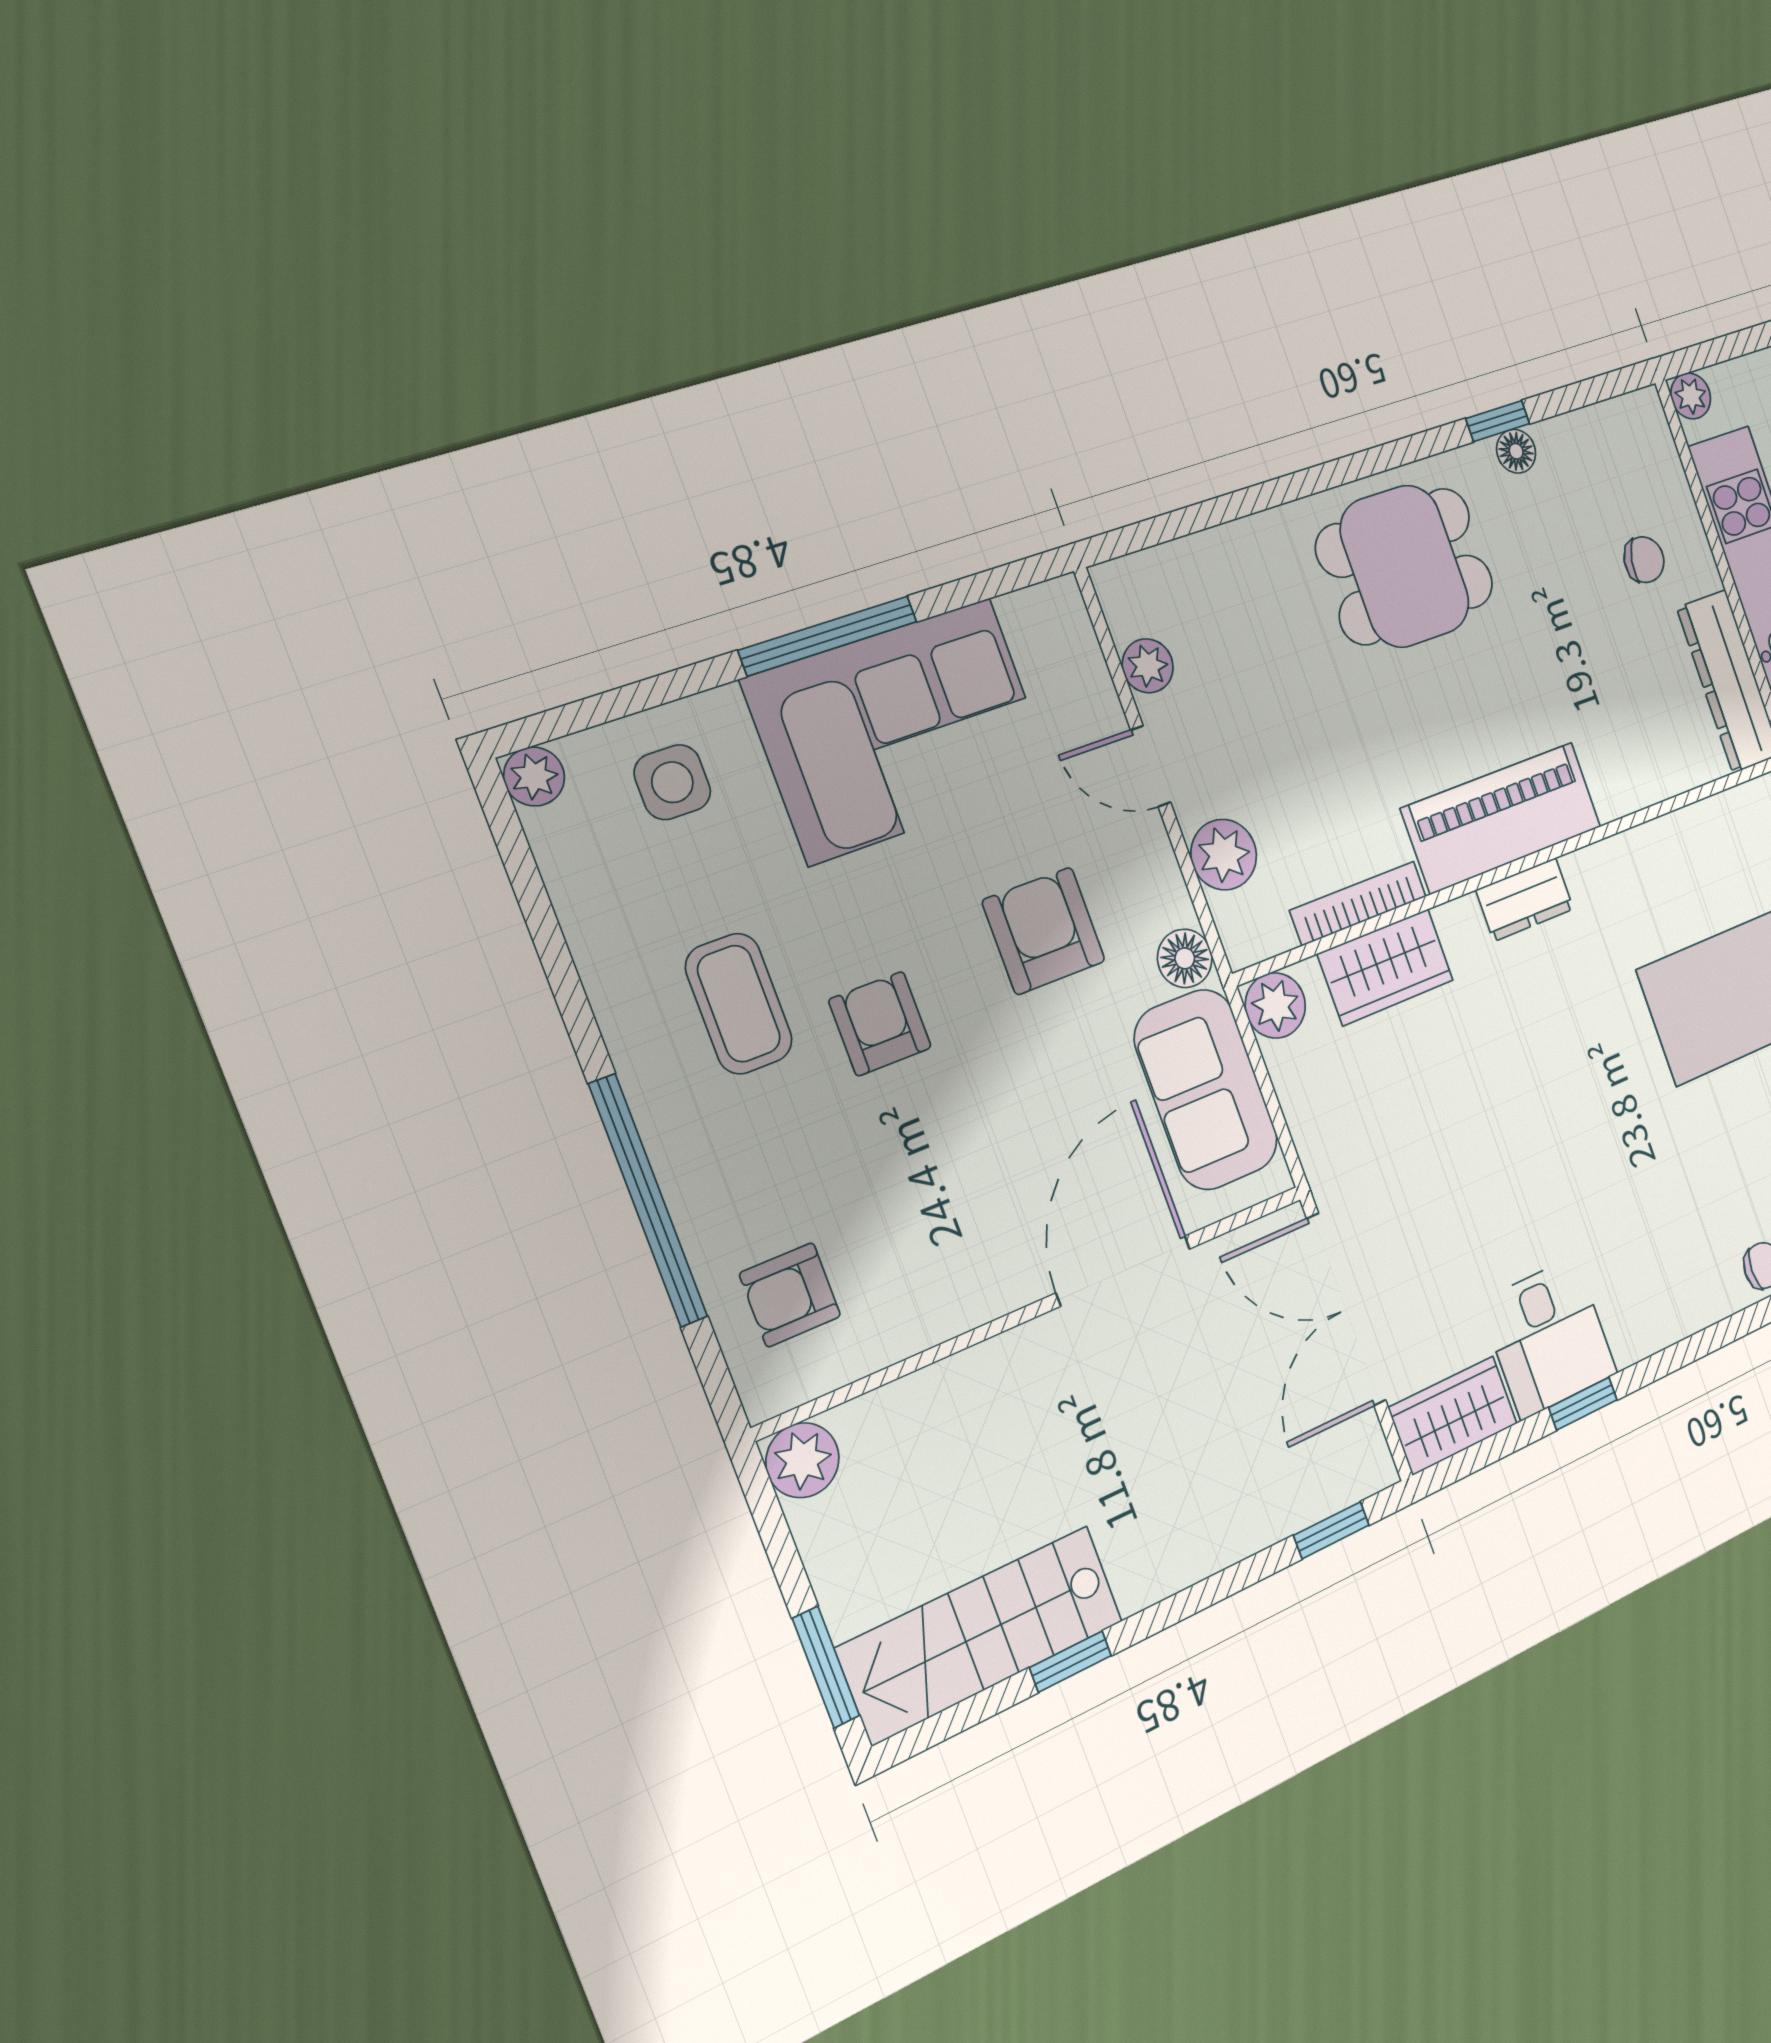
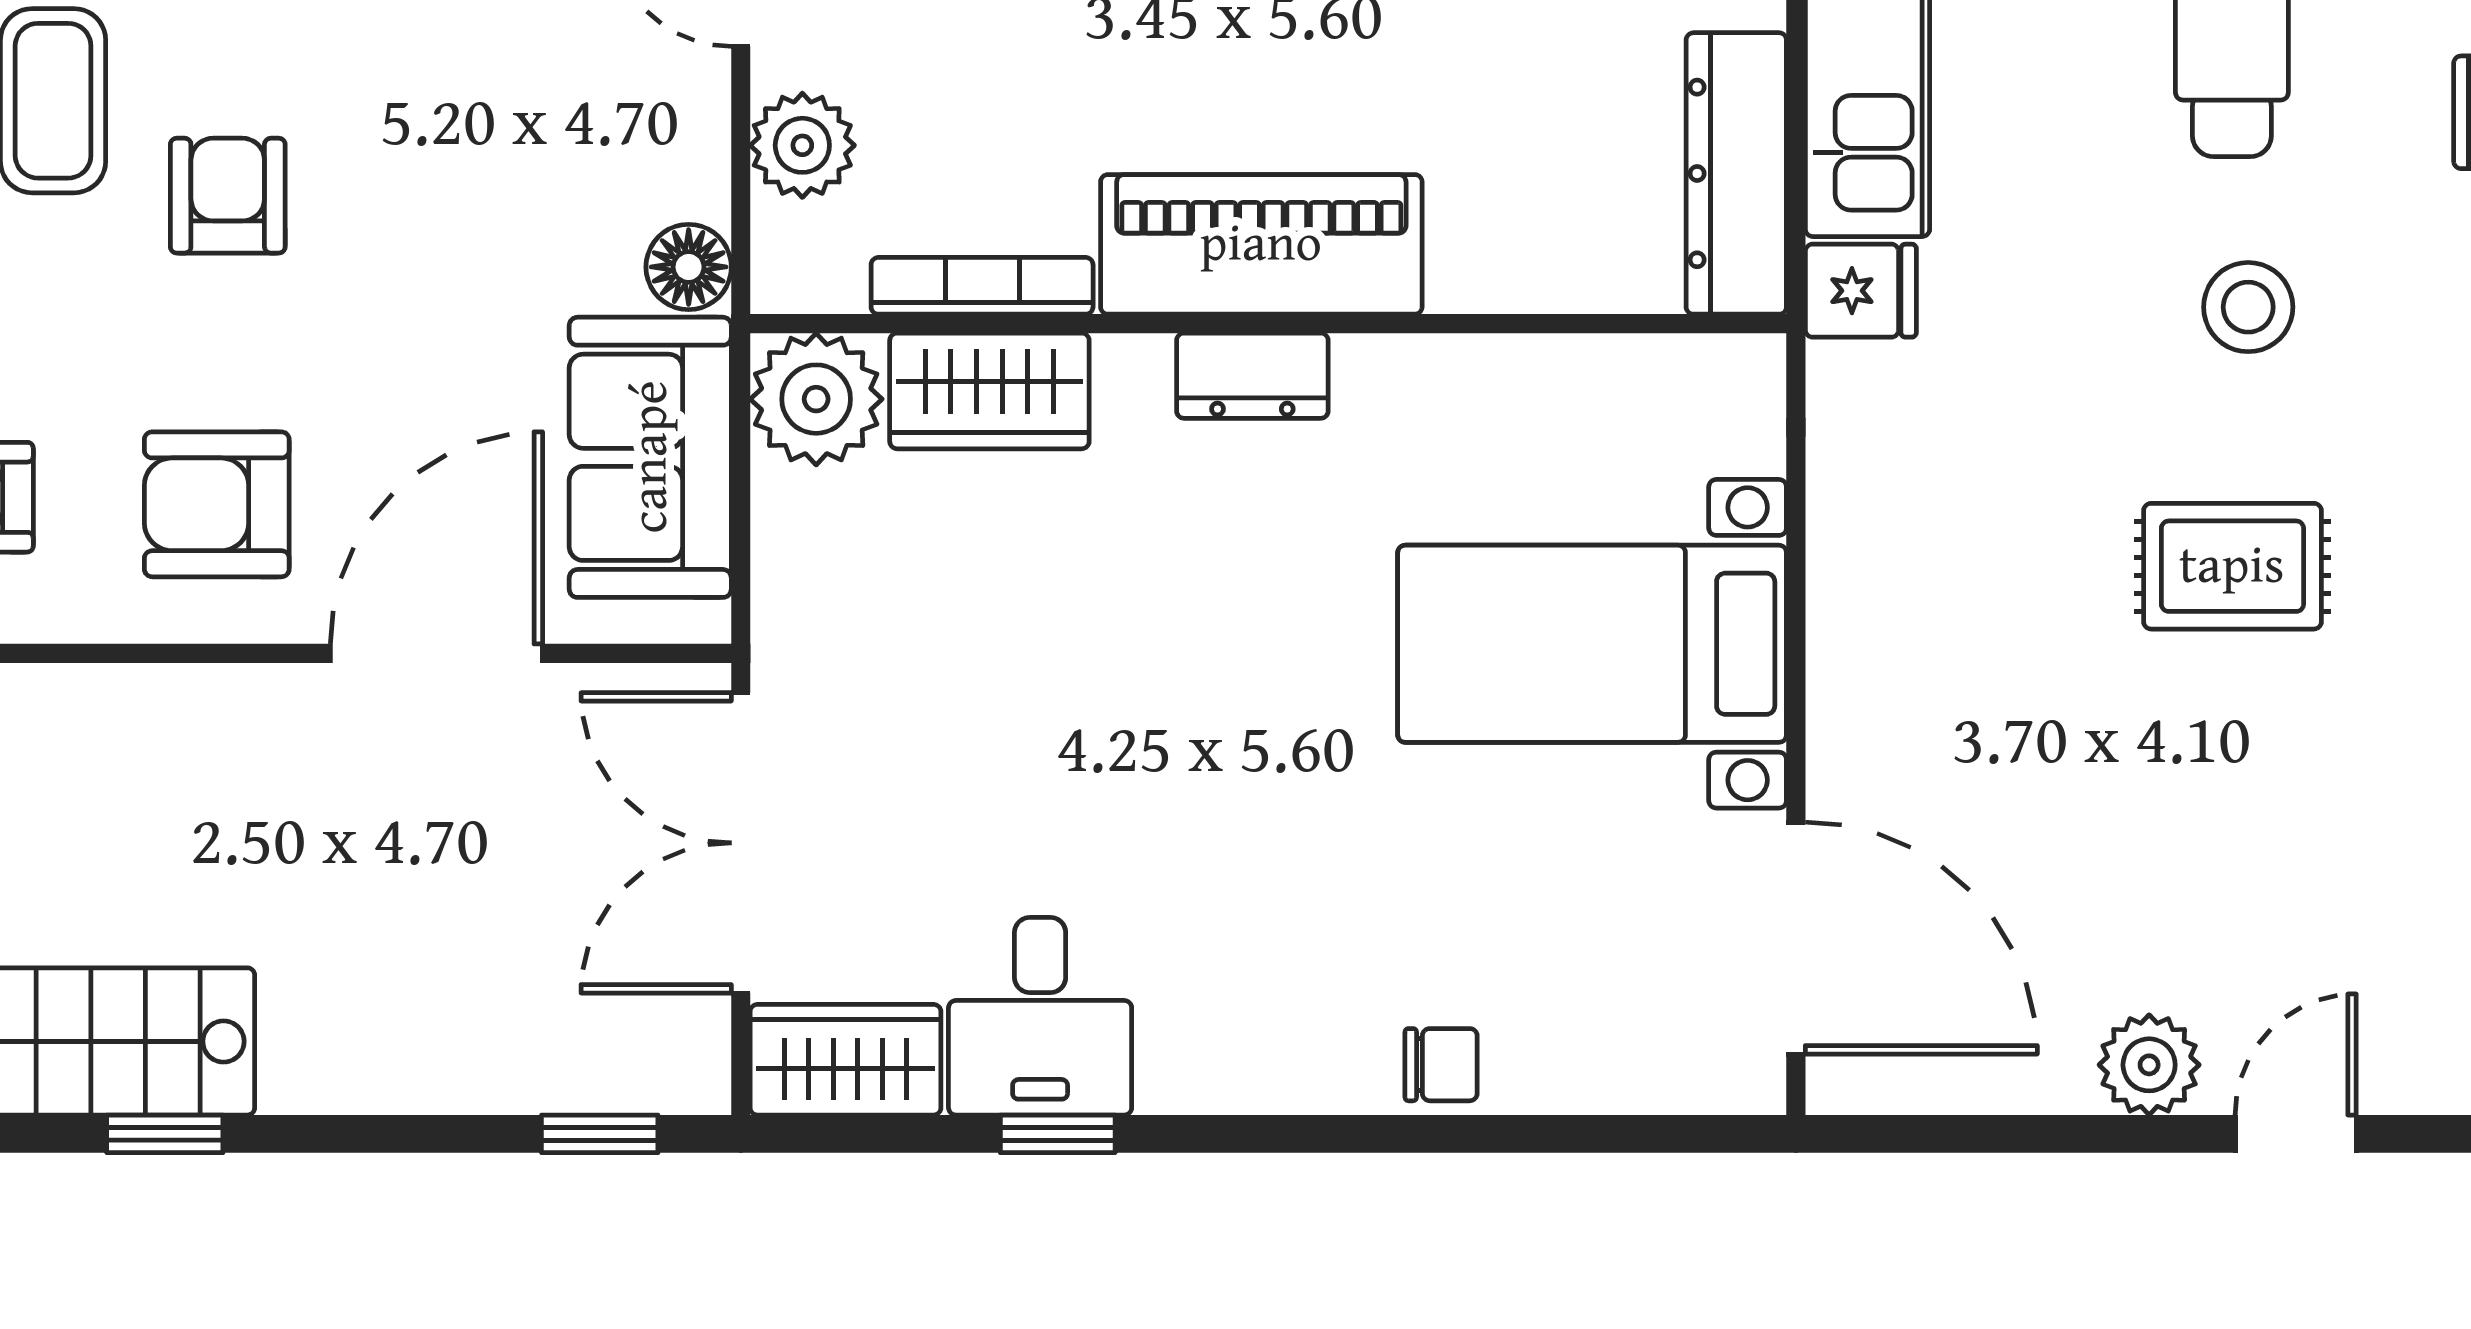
armchair: (1044, 931) -> (217, 504), moved, turned -90
plant: (1275, 1005) -> (816, 399), width x1.36, depth x1.36

